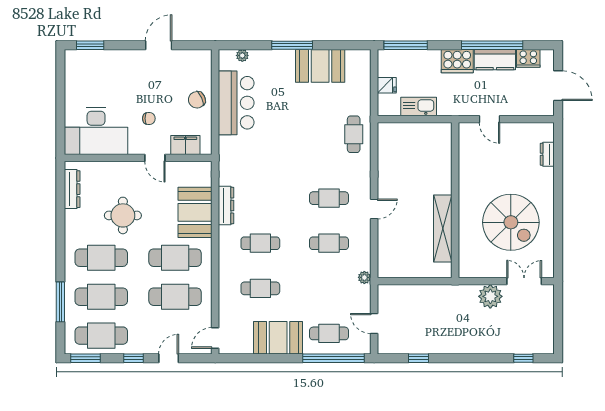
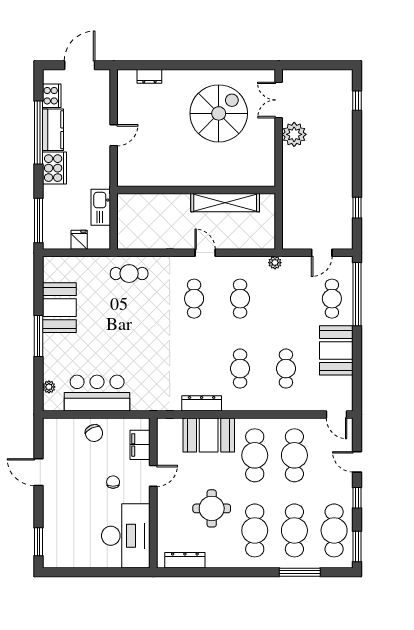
wall: (455, 200) -> (196, 190), moved
shelving: (443, 229) -> (225, 203), moved

